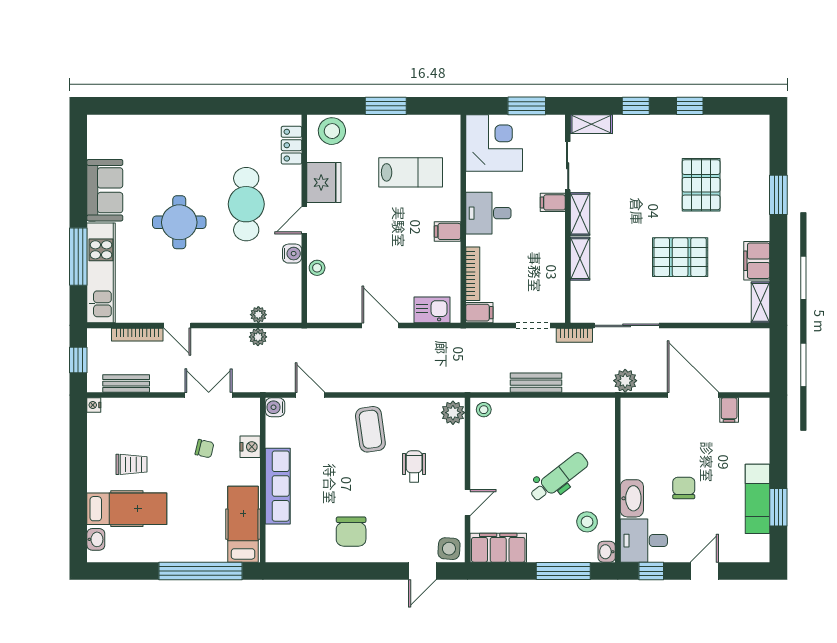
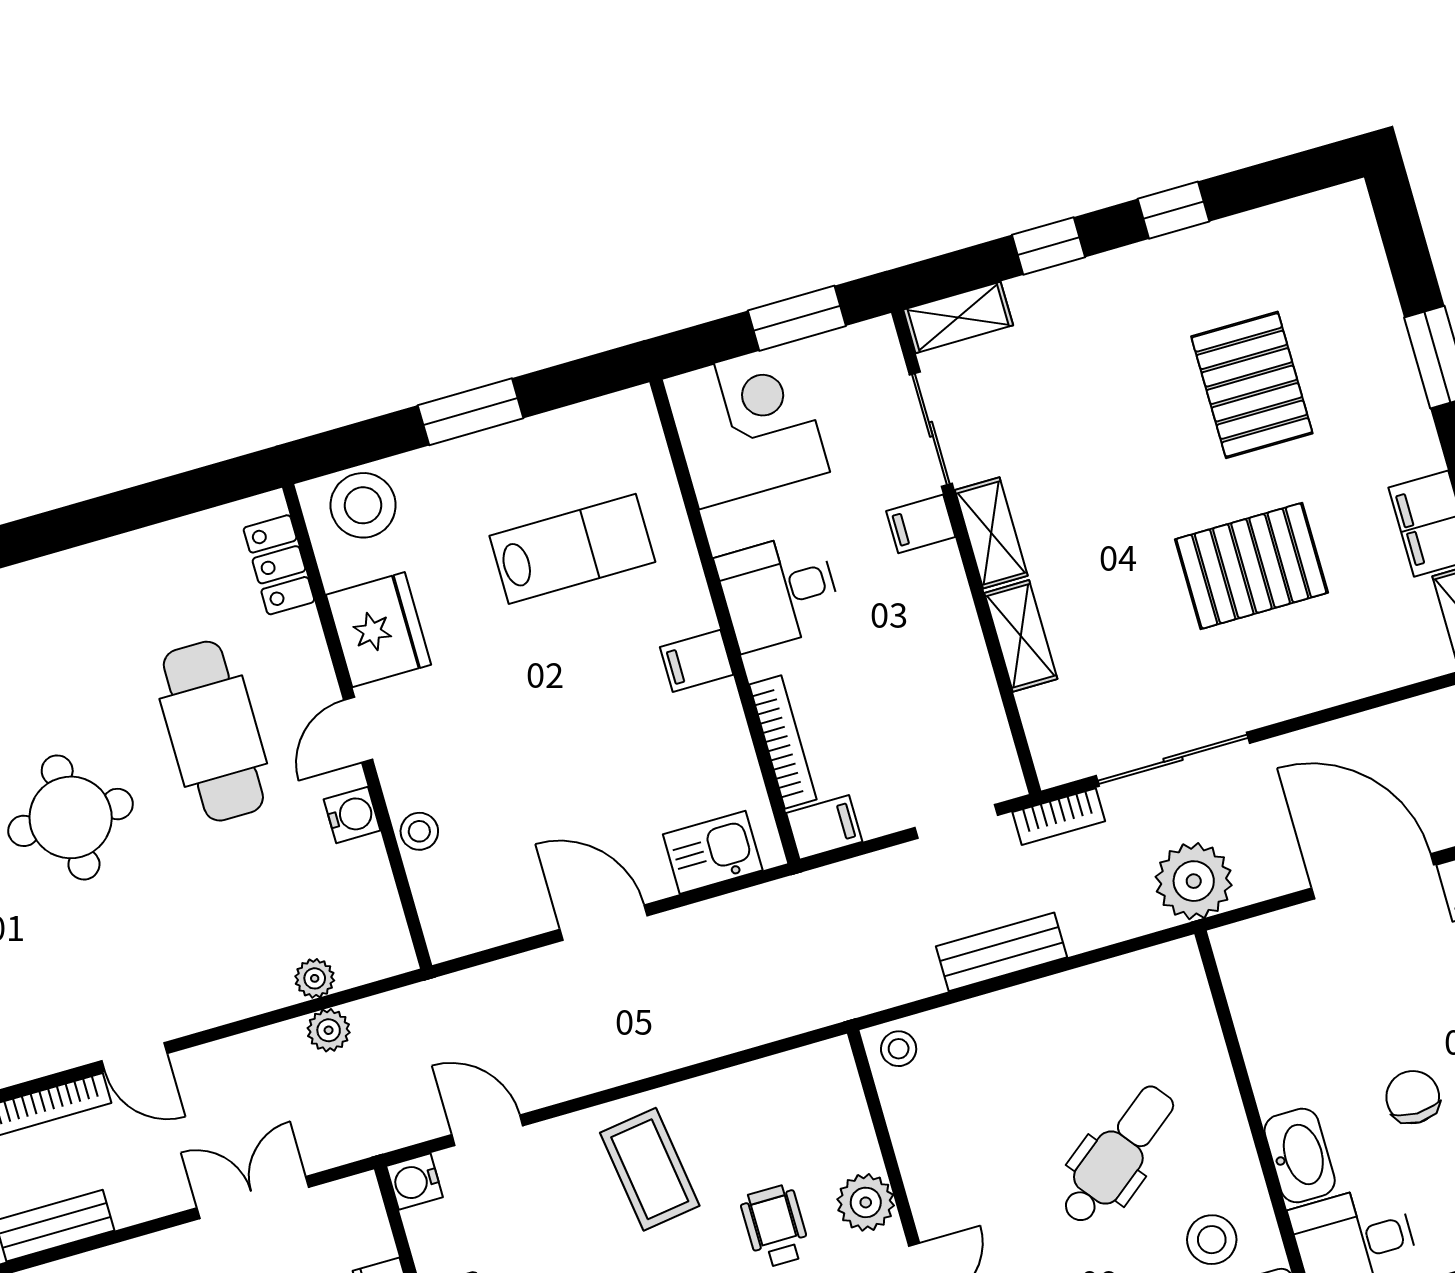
plant: (625, 381) -> (1194, 881), width x1.36, depth x1.36
plant: (453, 413) -> (866, 1202), moved

